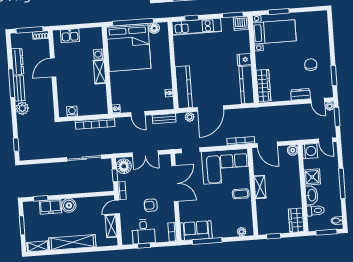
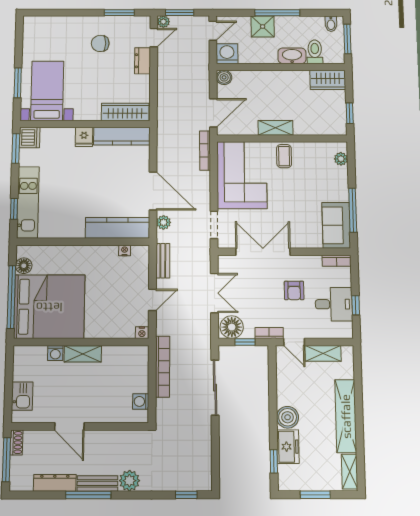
shower: (312, 177) -> (263, 26), moved

